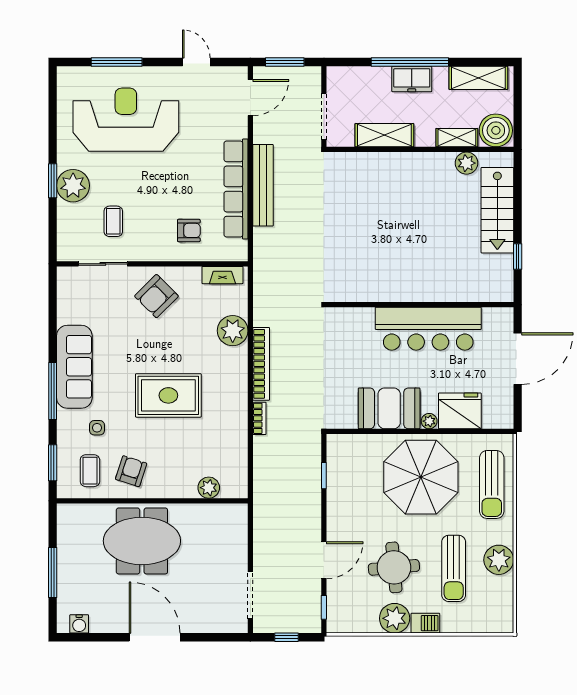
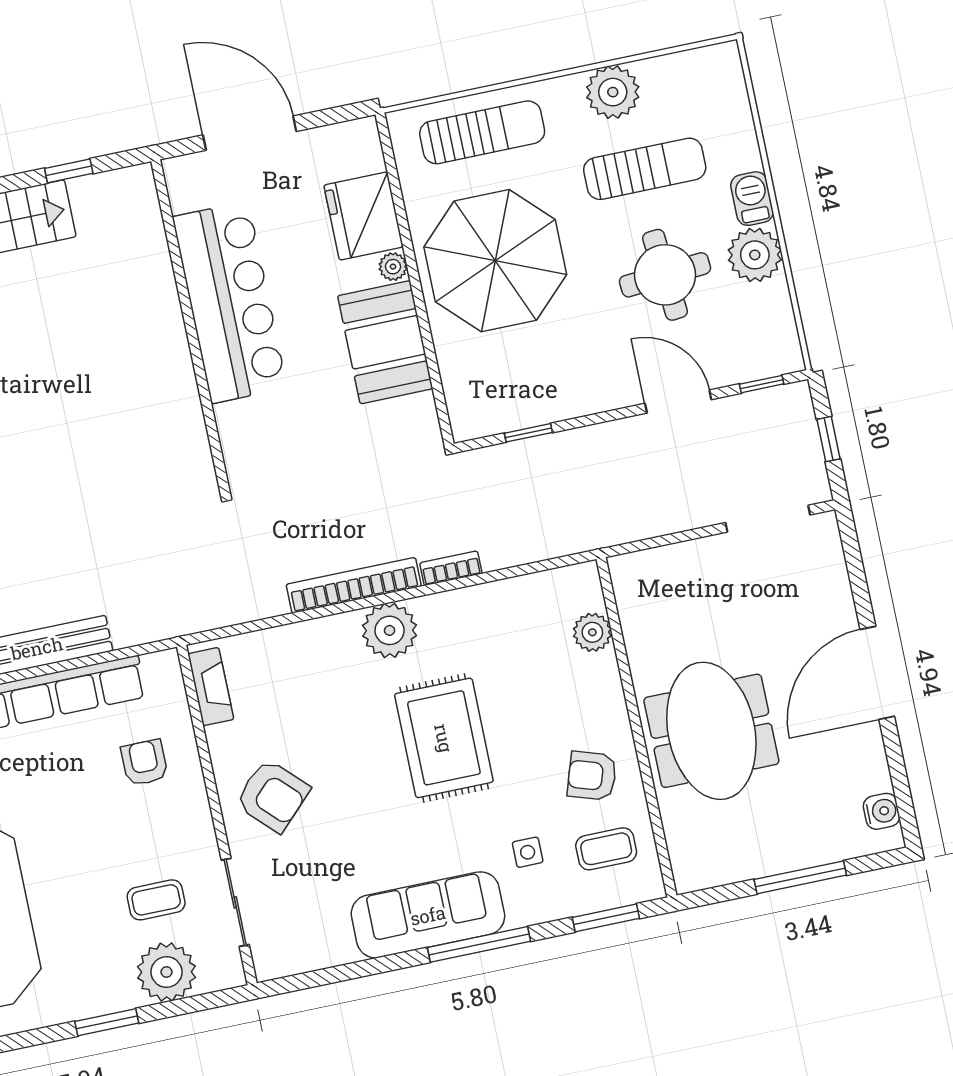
plant: (73, 186) -> (167, 972), moved
plant: (233, 331) -> (390, 630), moved

